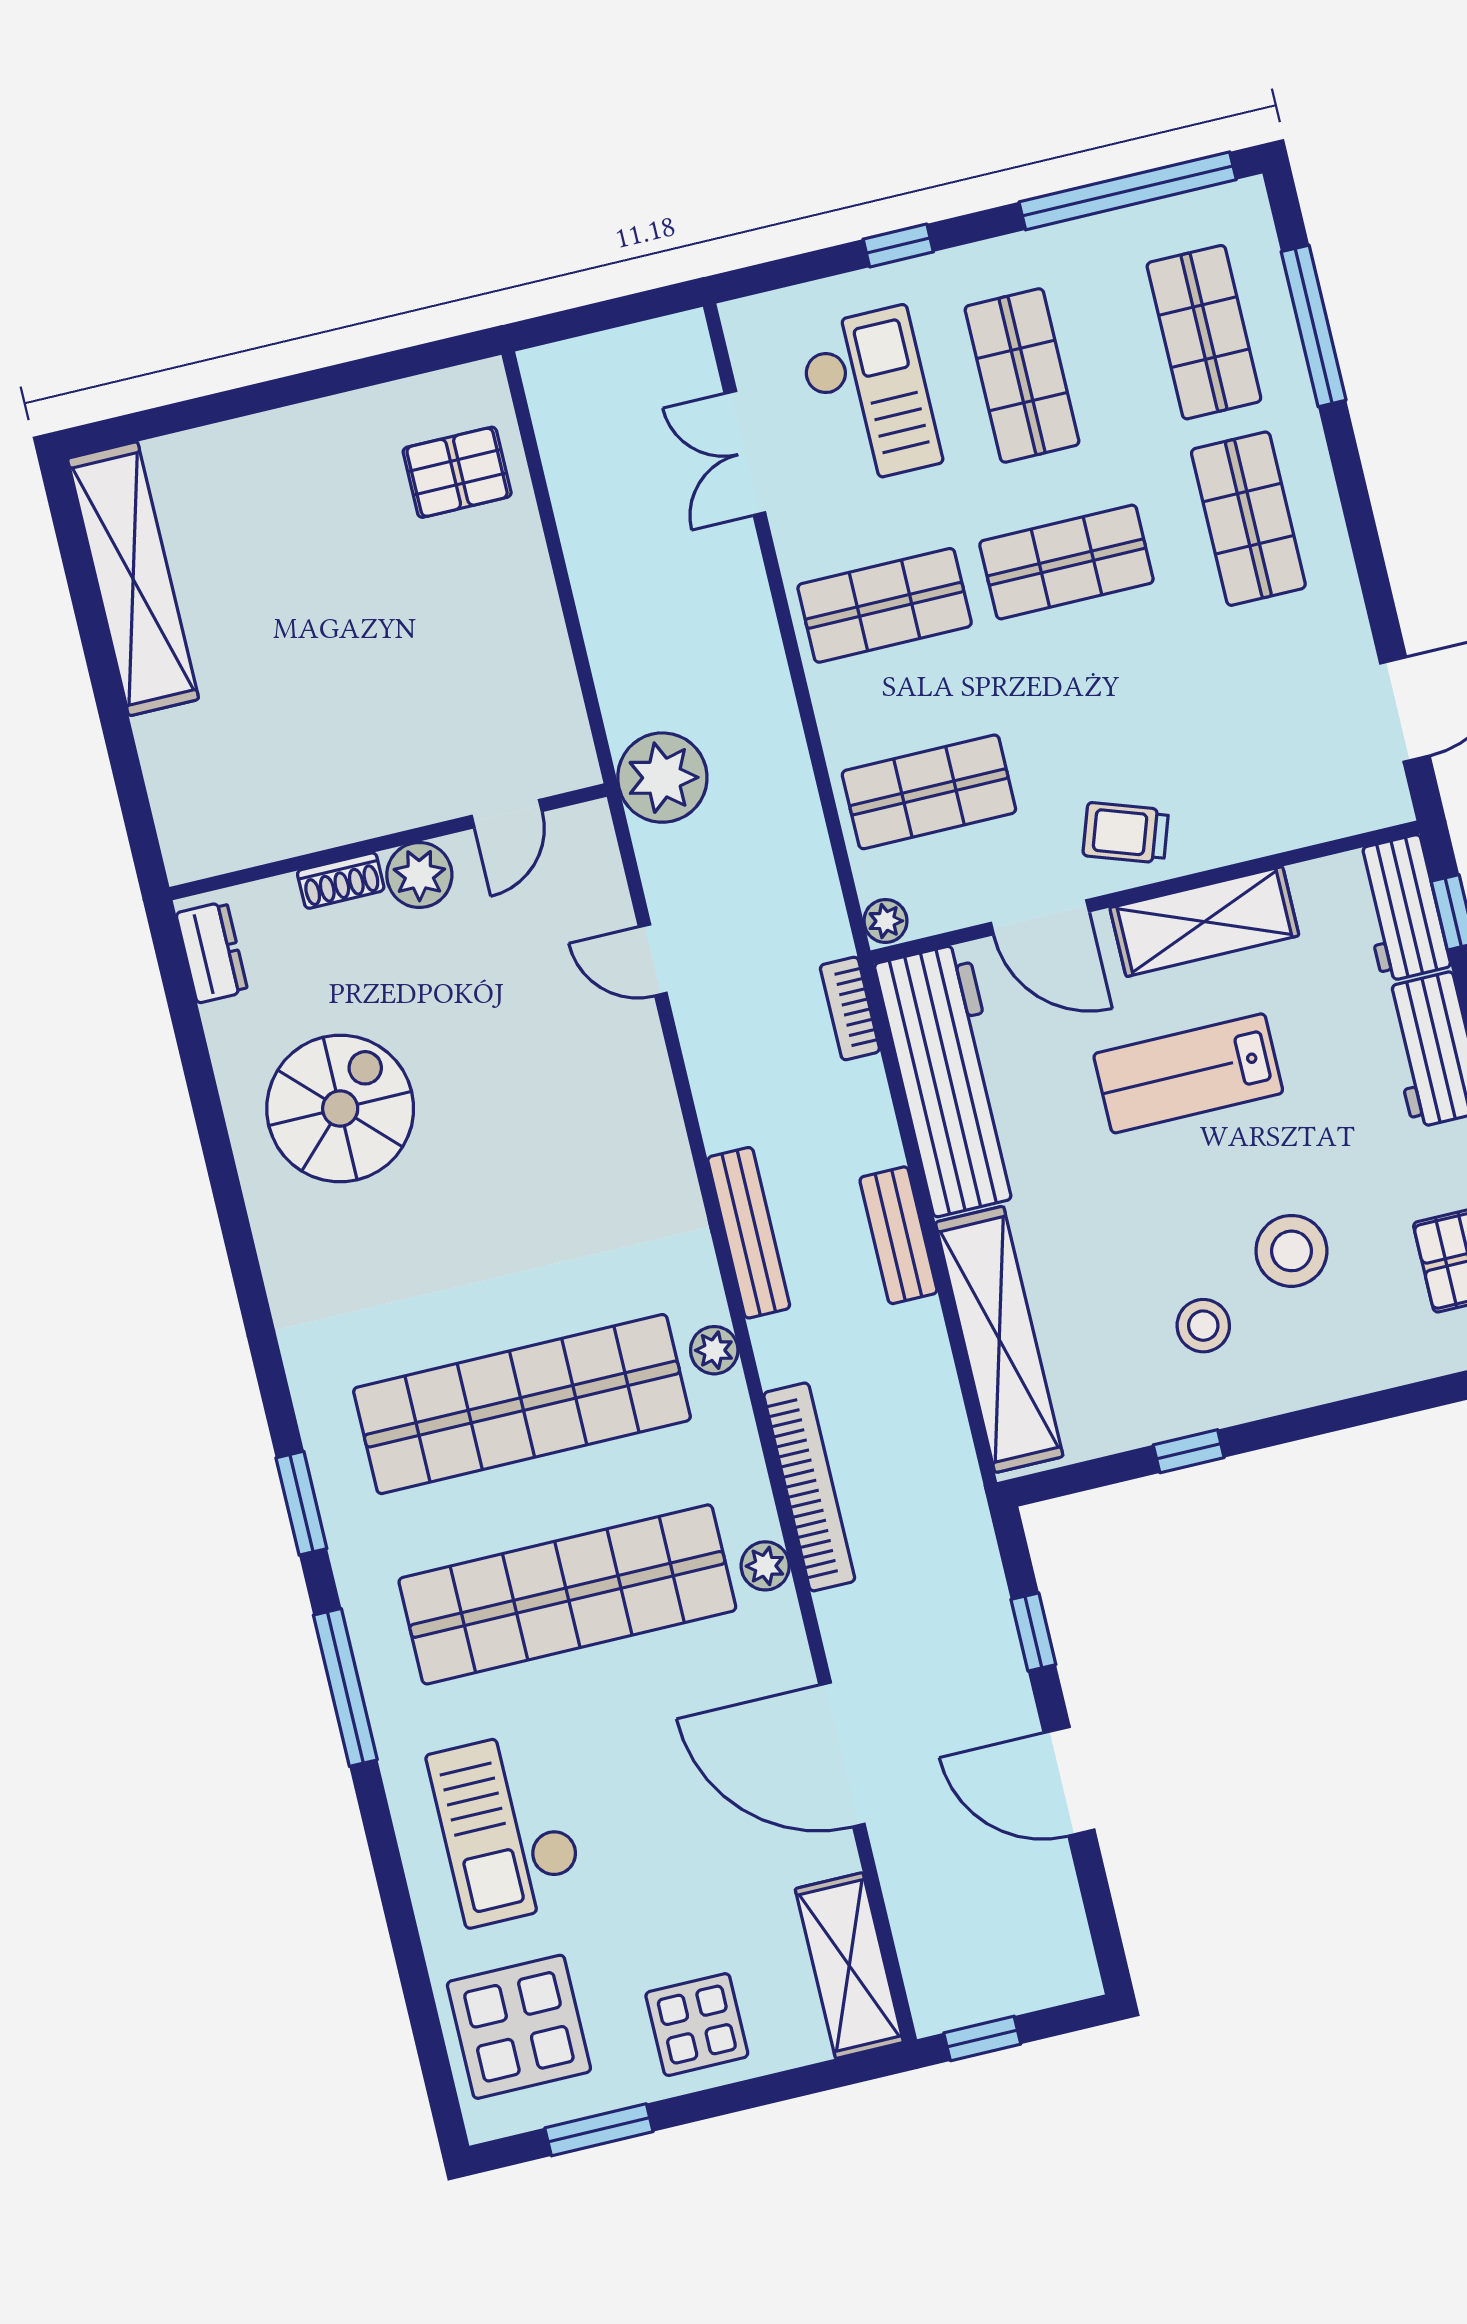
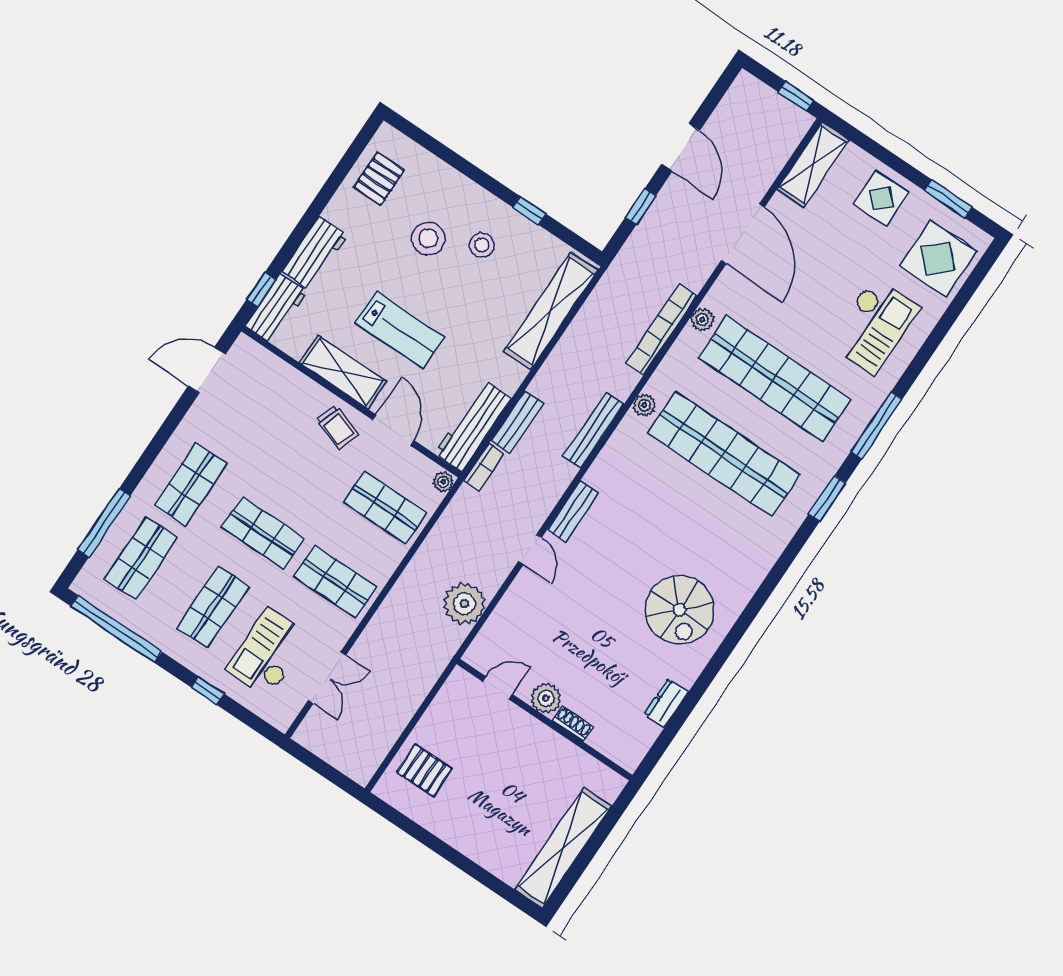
door: (507, 814) -> (497, 688), moved
wall: (388, 842) -> (544, 720), moved
plant: (419, 875) -> (546, 698), moved
shoe rack: (341, 881) -> (573, 724), moved
workbench: (950, 1080) -> (473, 426), width x0.73, depth x0.76
bench: (650, 1083) -> (573, 511), added
spiral stairs: (340, 1108) -> (680, 610), turned -90
bench: (898, 1235) -> (517, 422), moved

